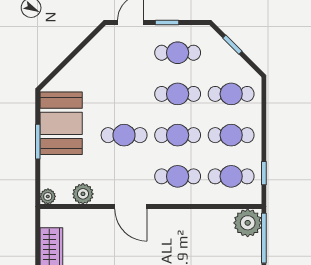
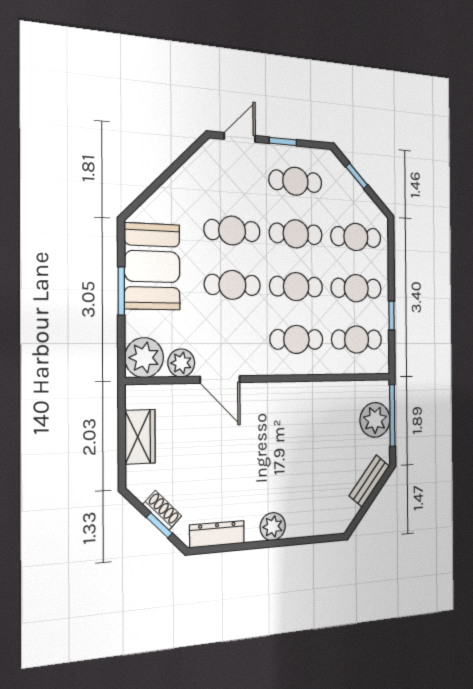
cafe table: (124, 94) -> (232, 231), added
window: (264, 173) -> (392, 316), moved
plant: (48, 196) -> (144, 358), width x1.88, depth x1.88
door: (131, 207) -> (220, 379), moved
plant: (248, 223) -> (375, 420), moved

